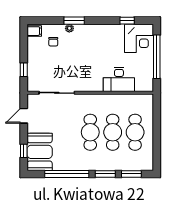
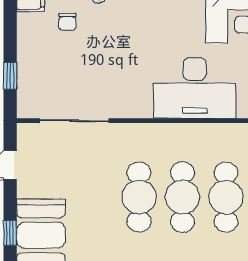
desk: (119, 80) -> (195, 88), width x1.36, depth x1.30

